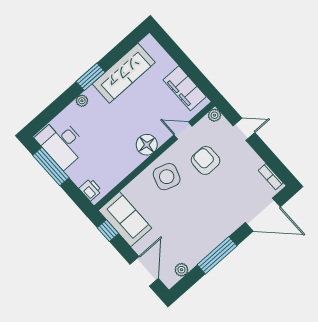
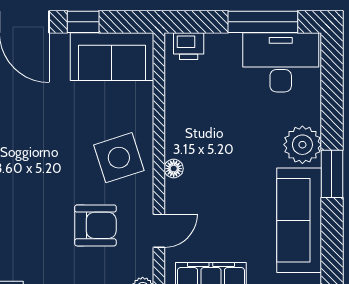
plant: (82, 101) -> (302, 145), width x1.88, depth x1.88
floor lamp: (147, 145) -> (174, 169), width x0.53, depth x0.53
side table: (167, 177) -> (119, 158), turned -37
window: (108, 231) -> (83, 22), moved

